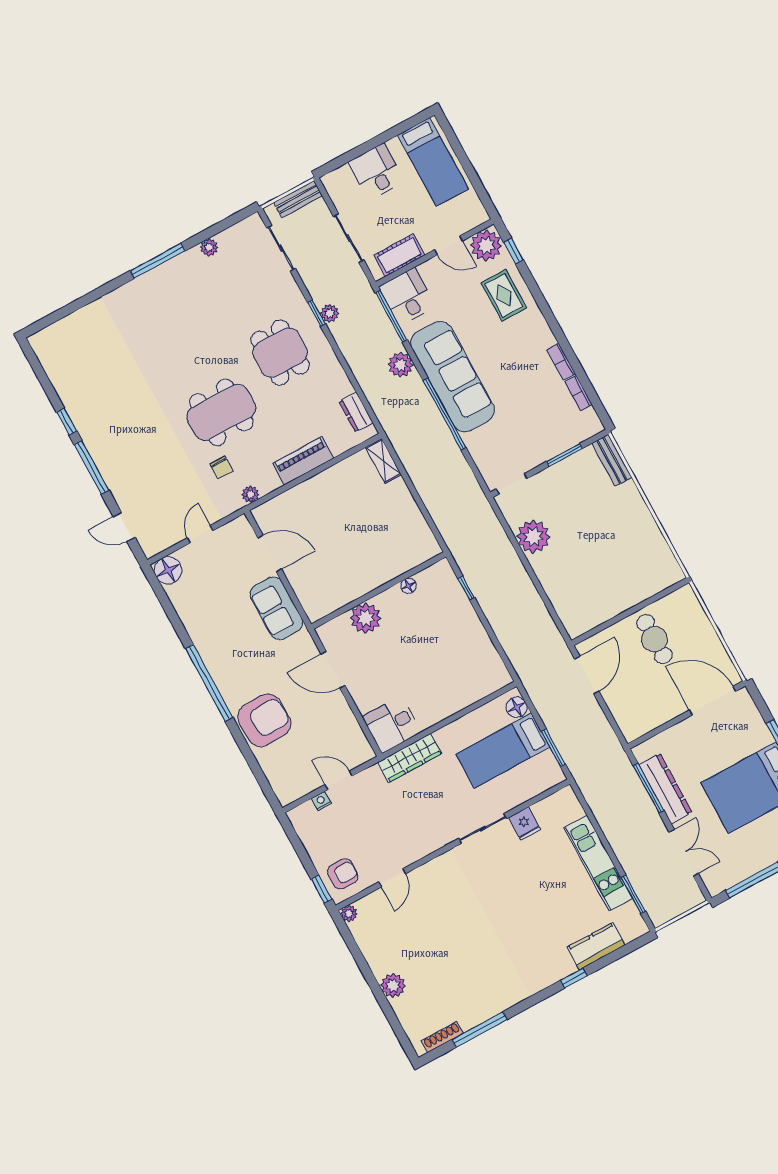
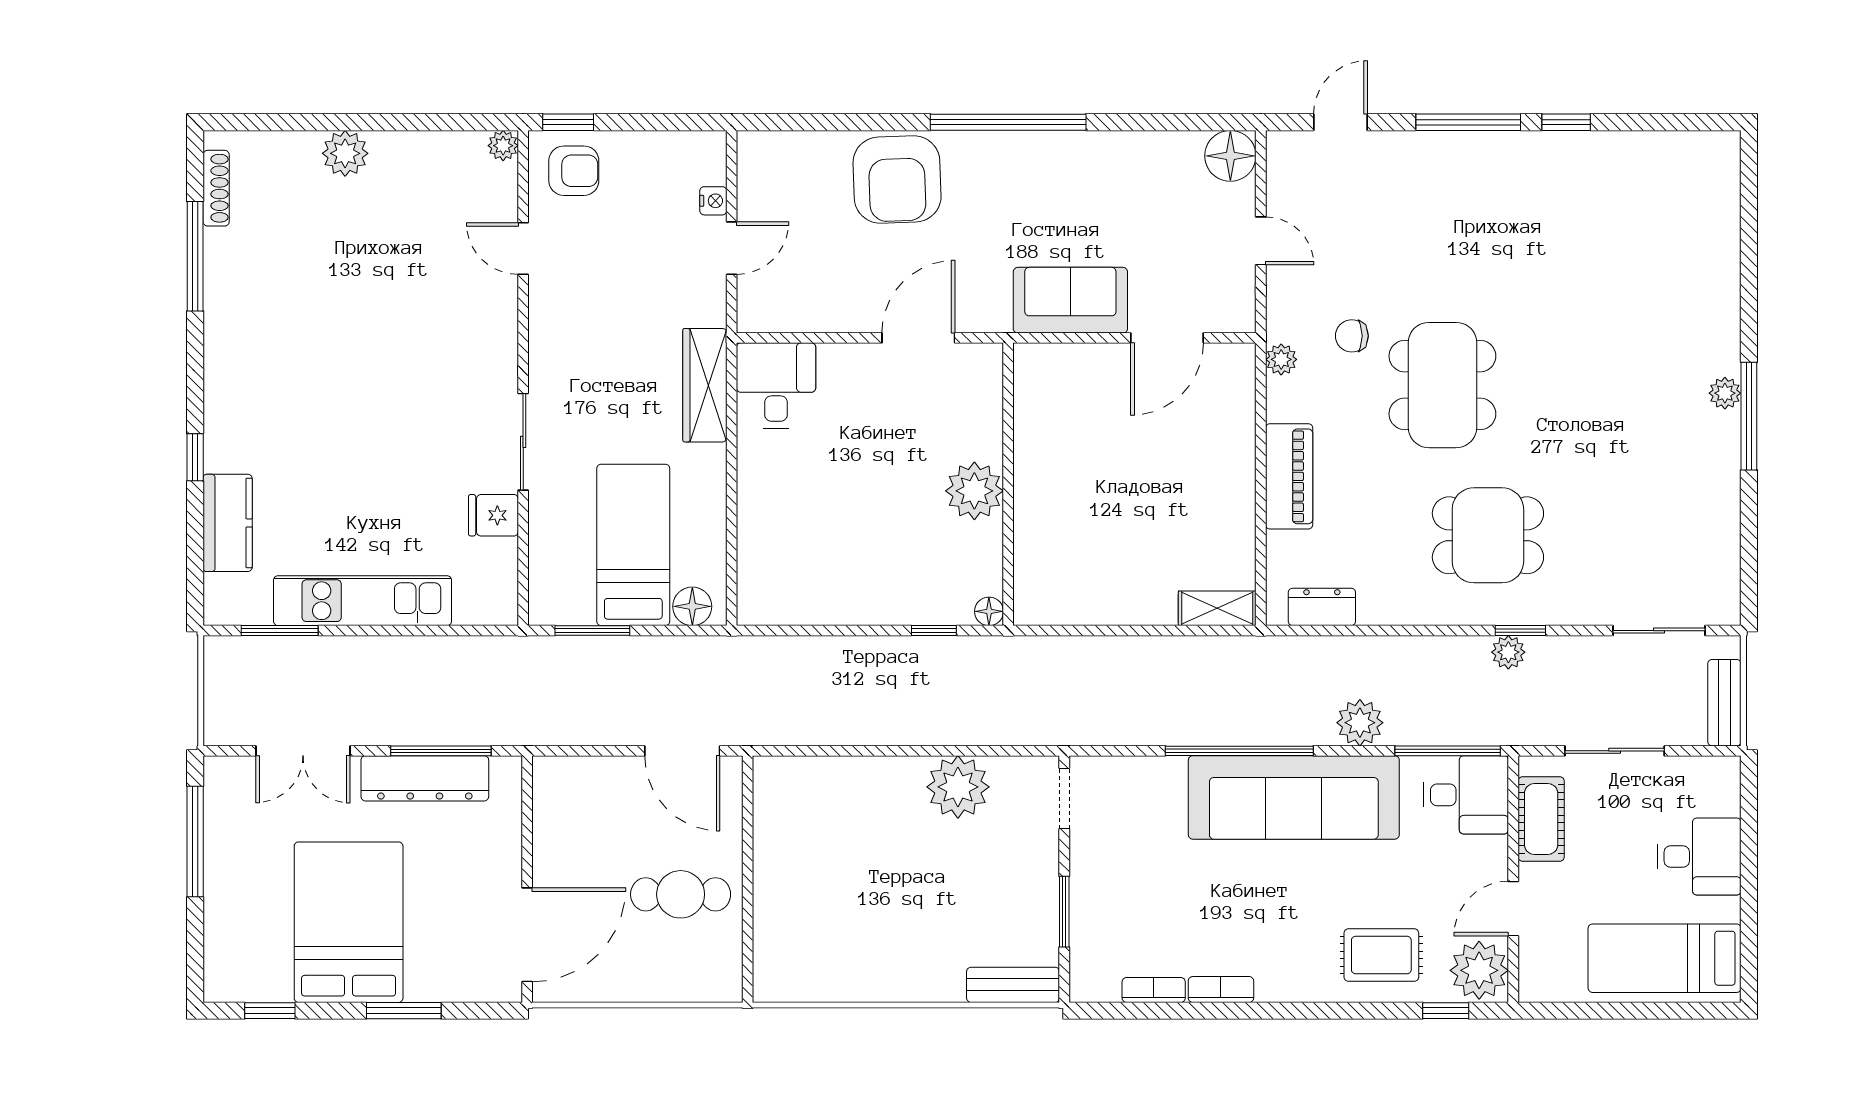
plant: (209, 247) -> (1725, 393), moved
floor lamp: (408, 586) -> (989, 611), moved
plant: (366, 618) -> (974, 491), moved
armchair: (343, 874) -> (574, 171), turned -90

